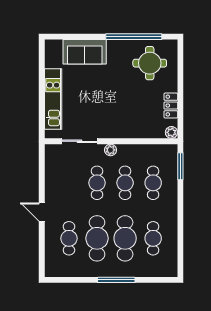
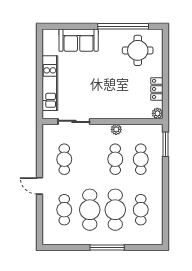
plant: (111, 150) -> (116, 129), moved
cafe table: (97, 183) -> (64, 159), moved

